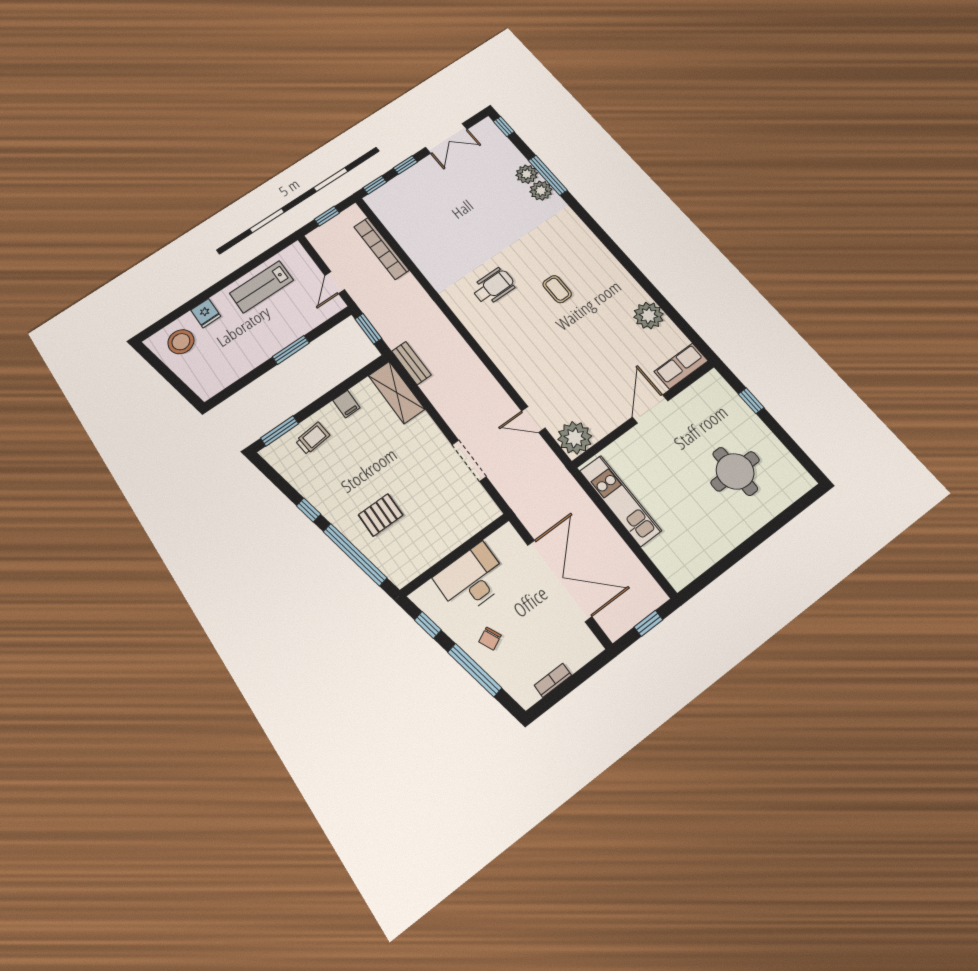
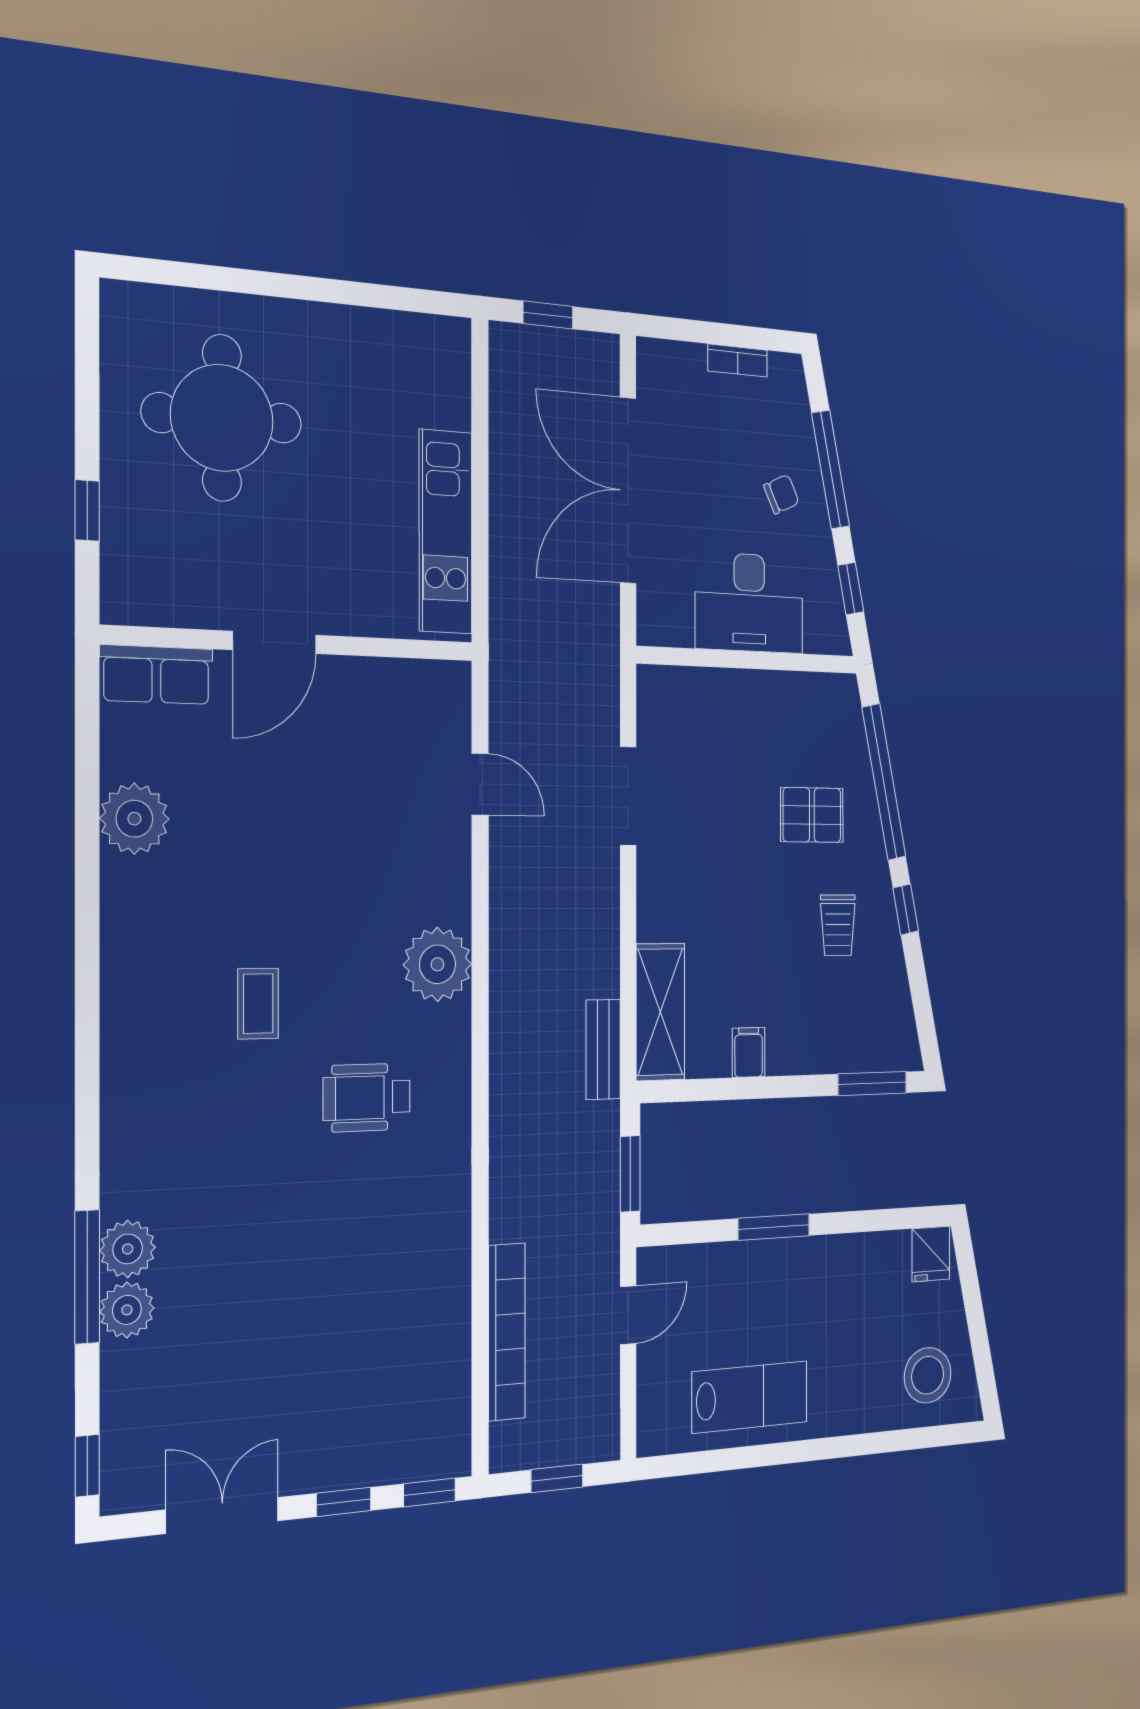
fridge: (206, 313) -> (931, 1254), moved, turned 180
trolley: (313, 438) -> (838, 925), moved, turned -84
plant: (575, 438) -> (437, 964), moved
round table: (735, 471) -> (222, 418), width x1.36, depth x1.36

